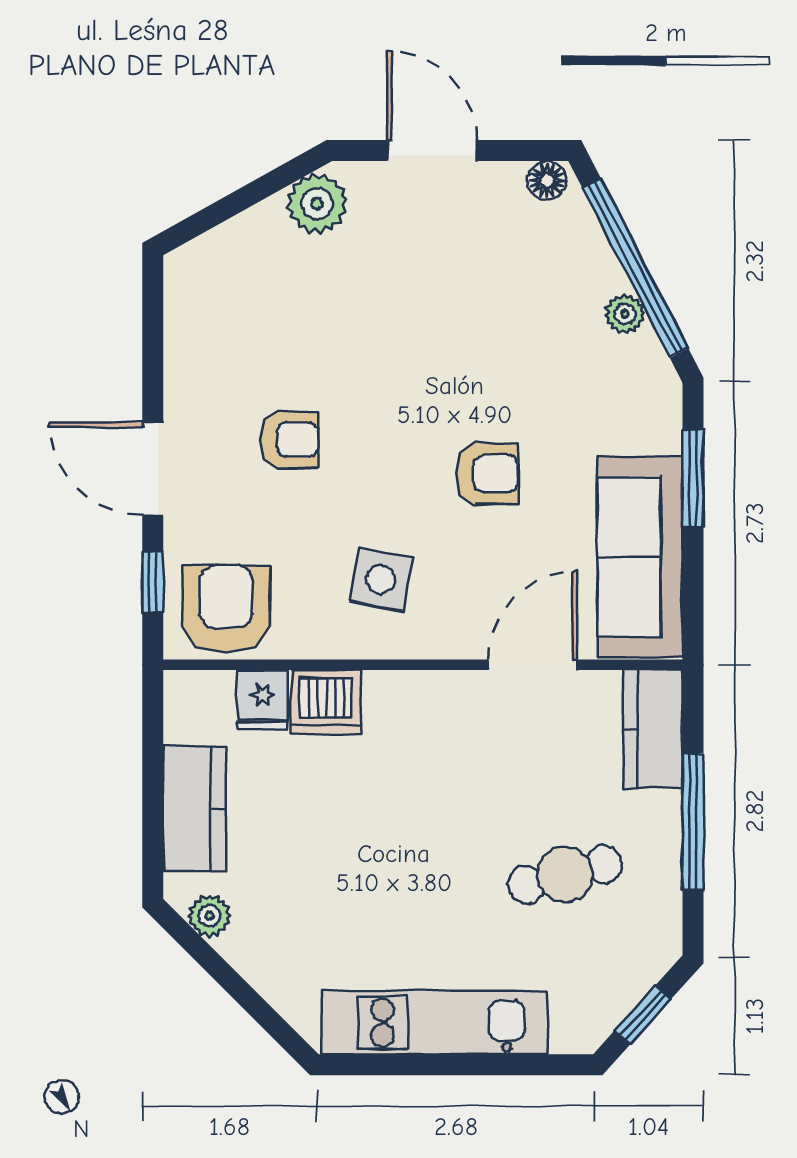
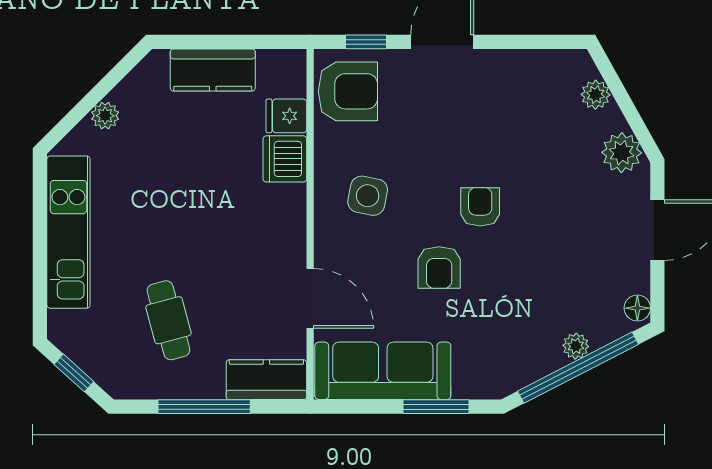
plant: (231, 242) -> (596, 95), added
plant: (625, 314) -> (576, 346), moved
armchair: (290, 440) -> (480, 207), moved, turned 180
plant: (209, 916) -> (105, 116), moved

